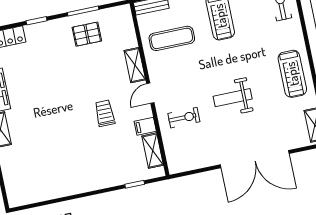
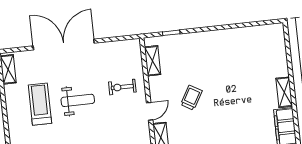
treadmill: (292, 74) -> (40, 104), moved
trolley: (105, 113) -> (191, 98), turned -150
filing cabinet: (145, 126) -> (157, 83), removed

